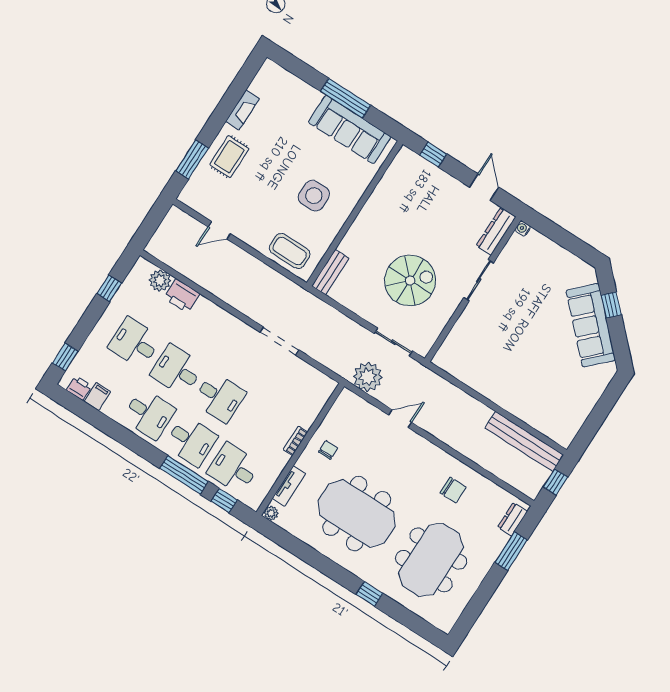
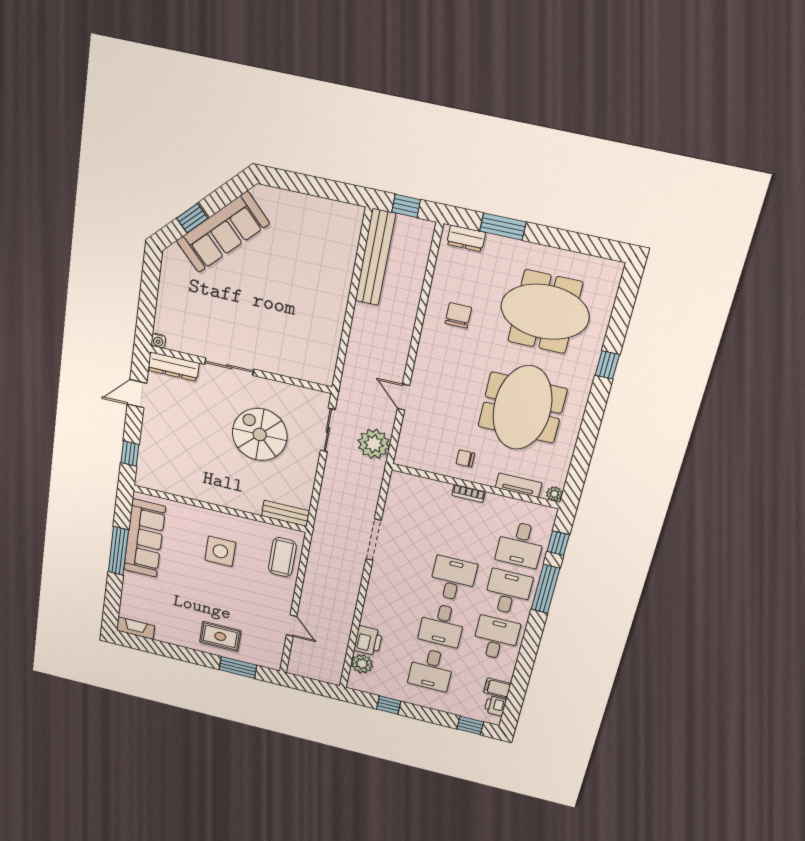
fireplace: (242, 110) -> (136, 628), moved

